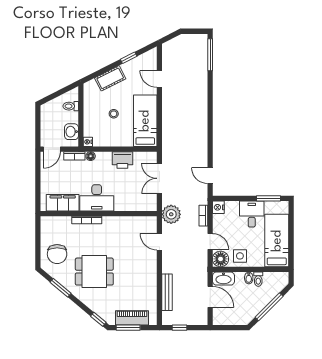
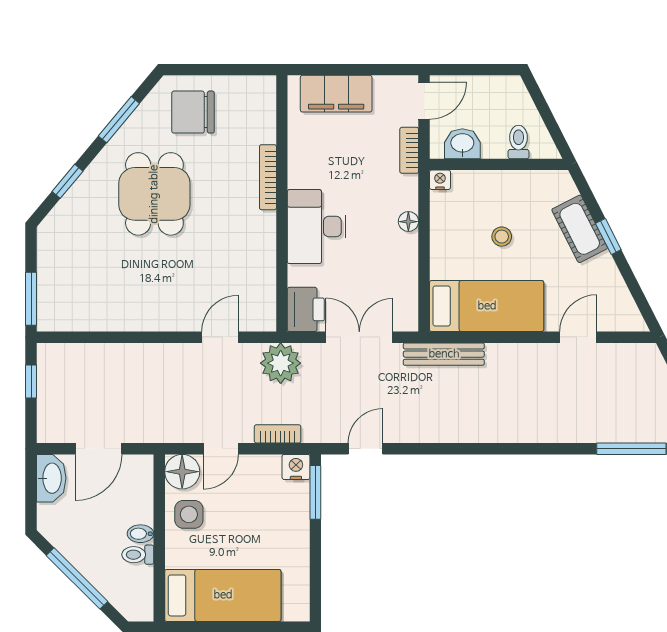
window: (129, 58) -> (608, 237), moved
door: (52, 149) -> (424, 101), swing flipped
floor lamp: (91, 156) -> (408, 222), moved
printer: (122, 160) -> (306, 309), moved, turned 180
desk: (97, 198) -> (317, 227), moved
window: (269, 198) -> (315, 492), moved
filing cabinet: (63, 203) -> (336, 94), moved, turned 90
desk: (252, 214) -> (281, 540), removed
washbasin: (223, 279) -> (51, 478), moved, turned 180
bench: (167, 292) -> (444, 354), moved
piano: (132, 318) -> (53, 277), removed
window: (98, 319) -> (67, 181), moved
window: (128, 328) -> (31, 299), moved

